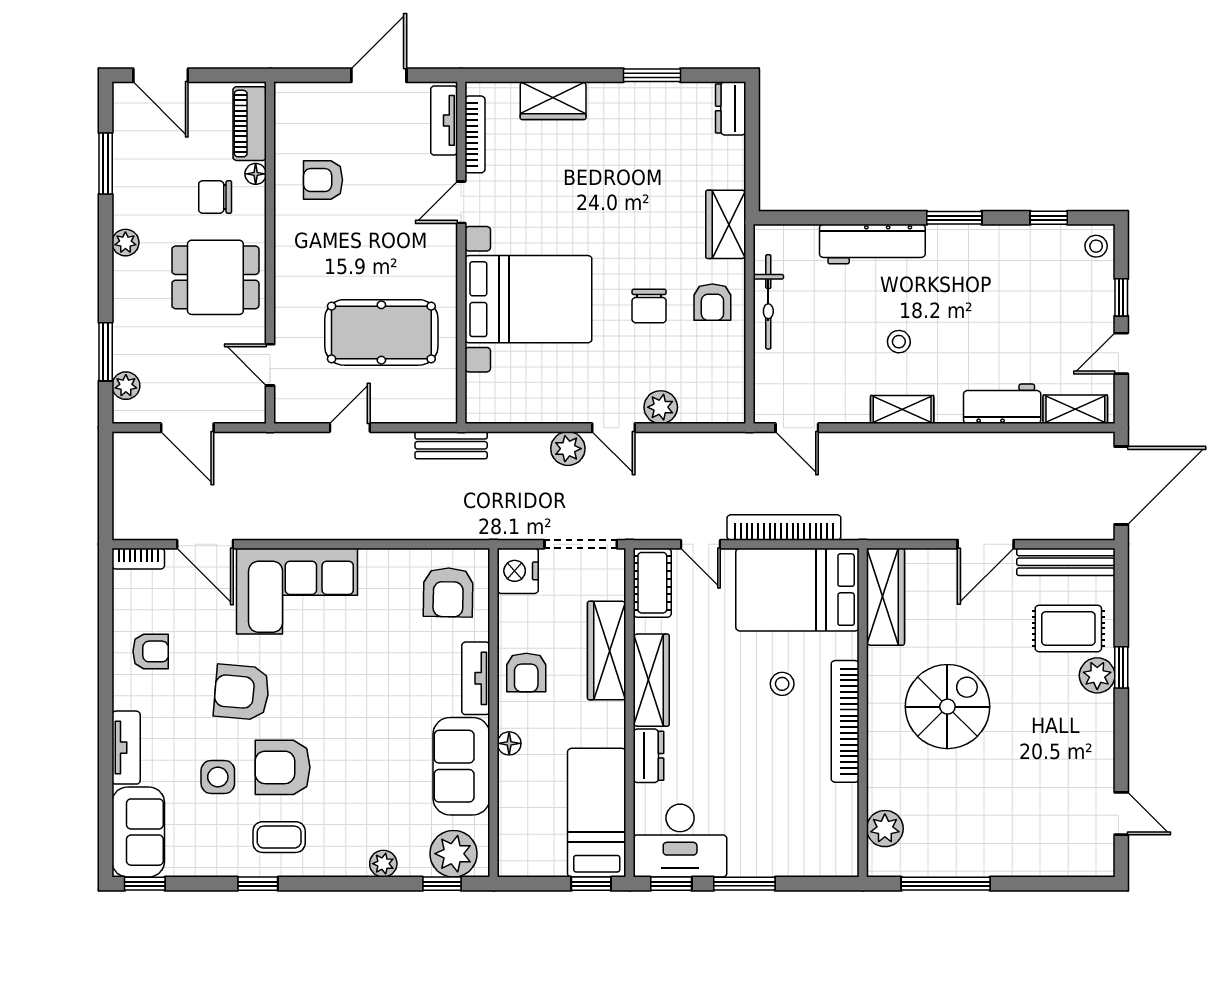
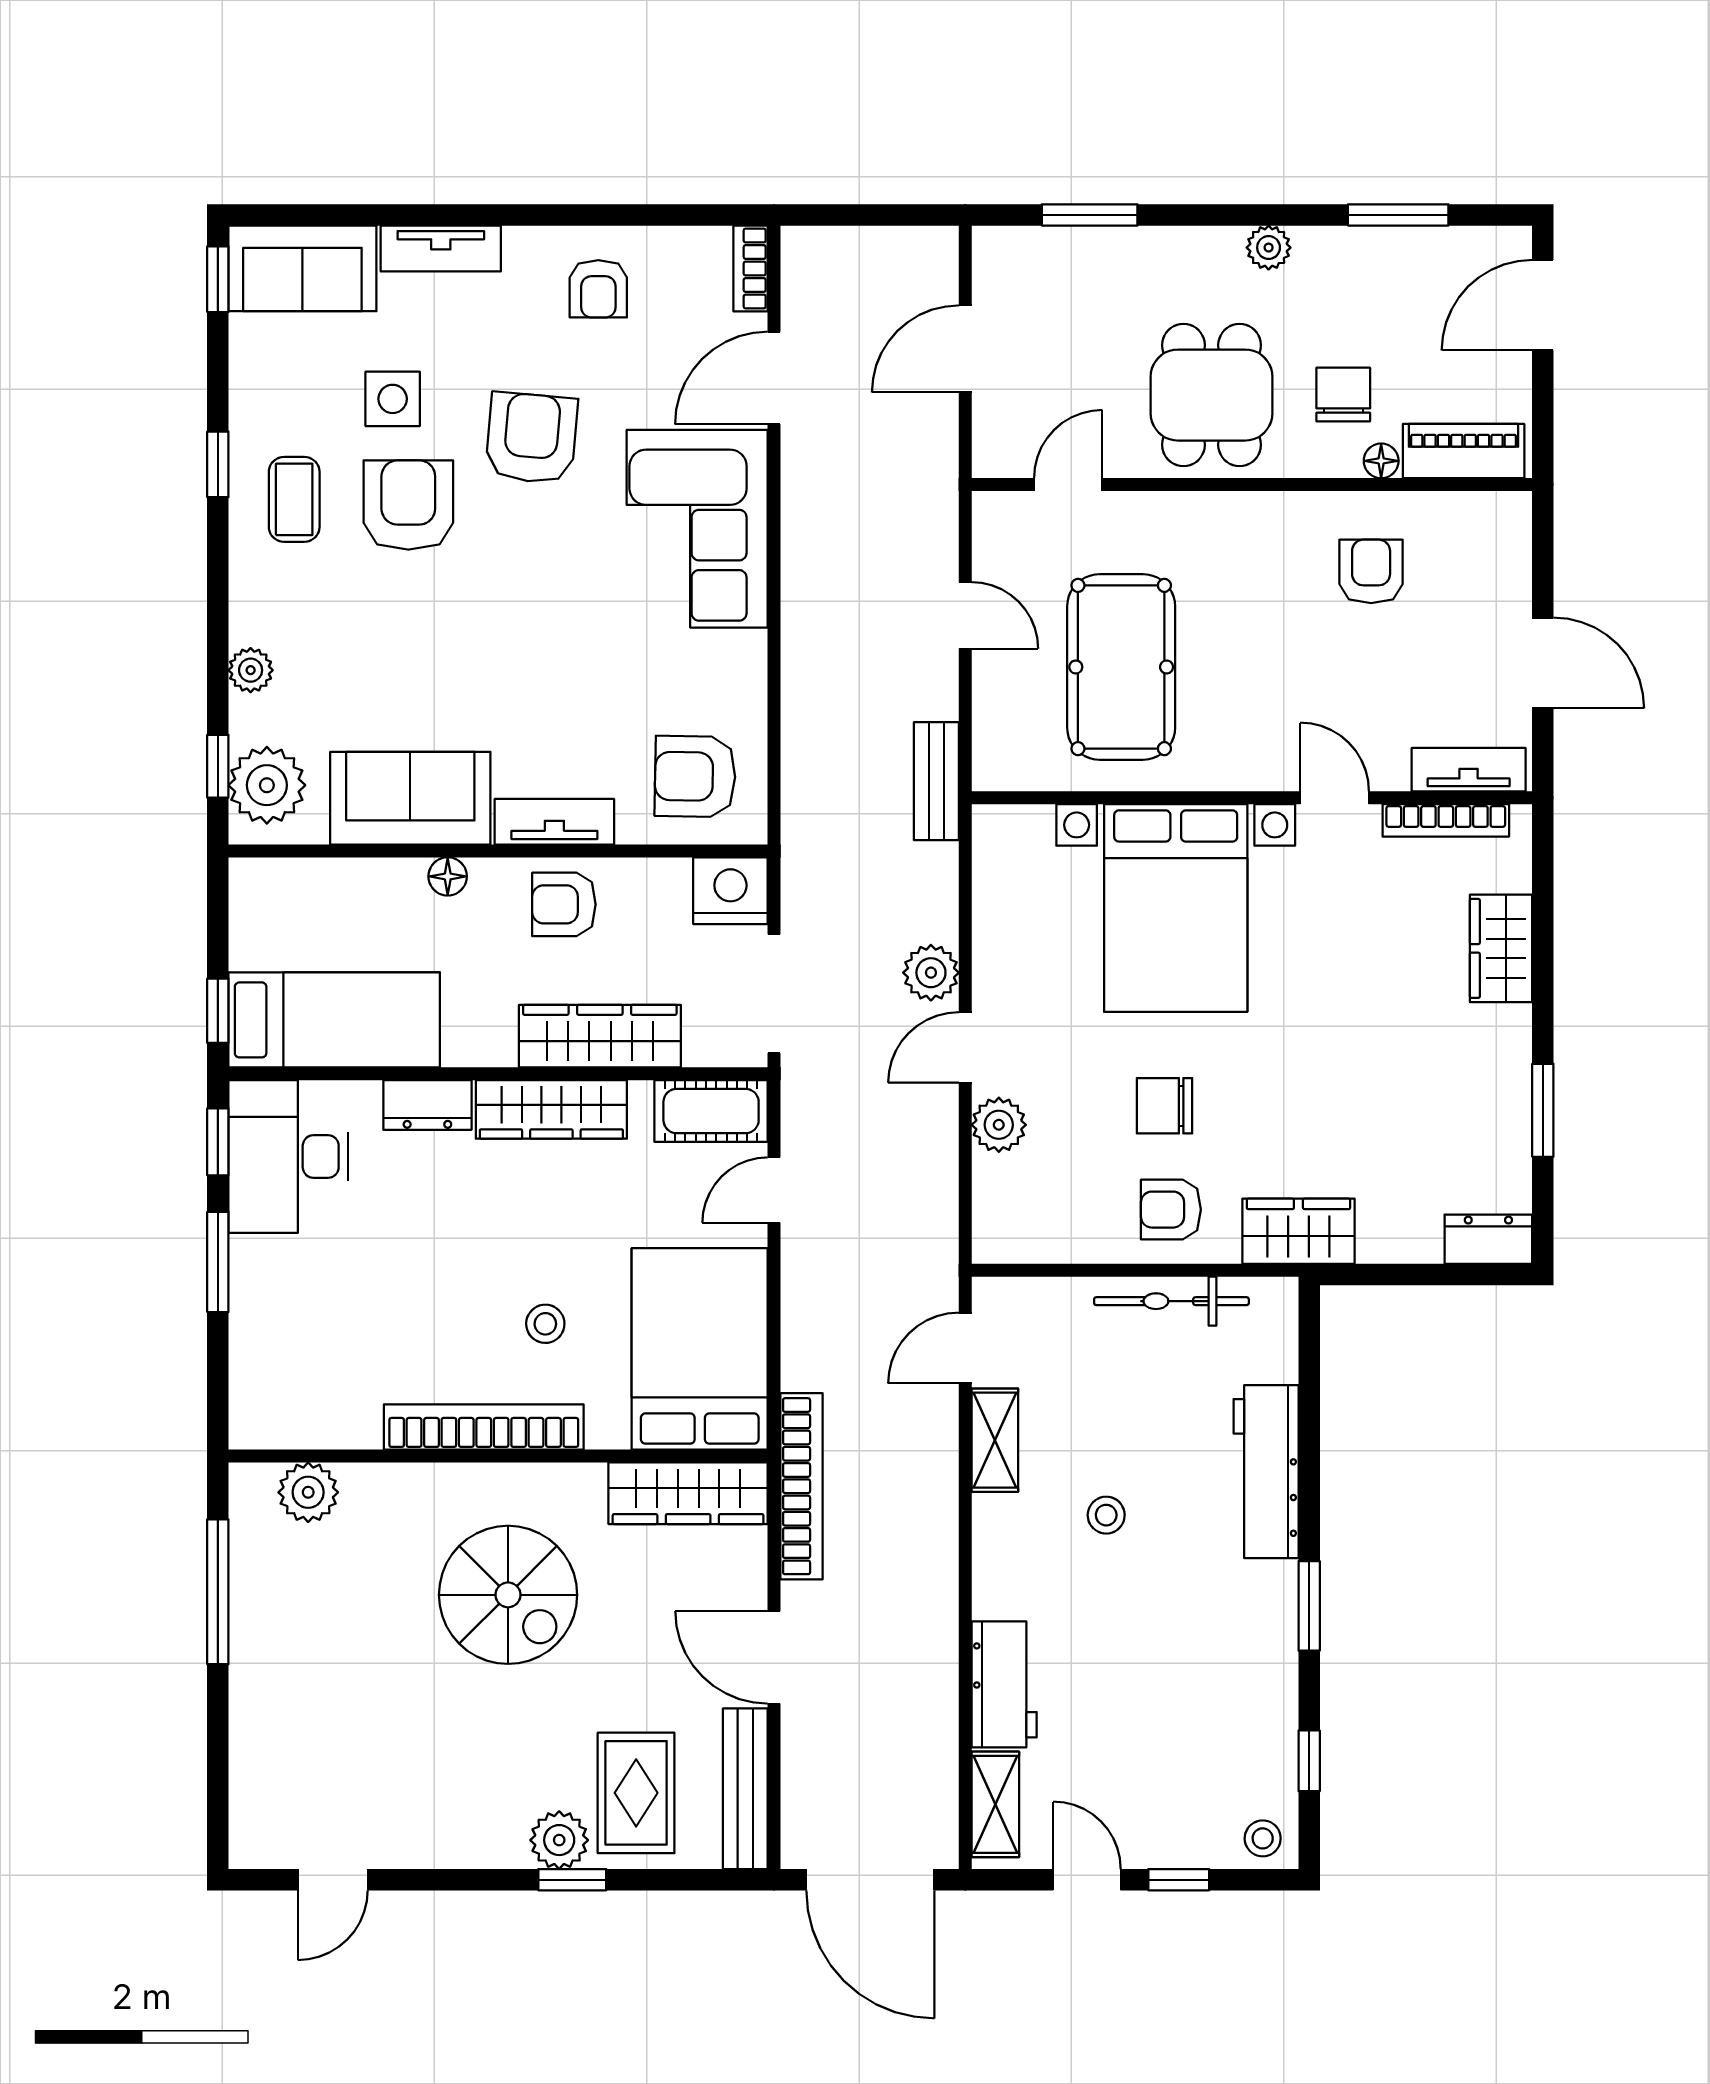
plant: (126, 386) -> (1034, 248), removed
shelving: (902, 410) -> (995, 1440), moved
bookcase: (784, 527) -> (802, 1486), moved

